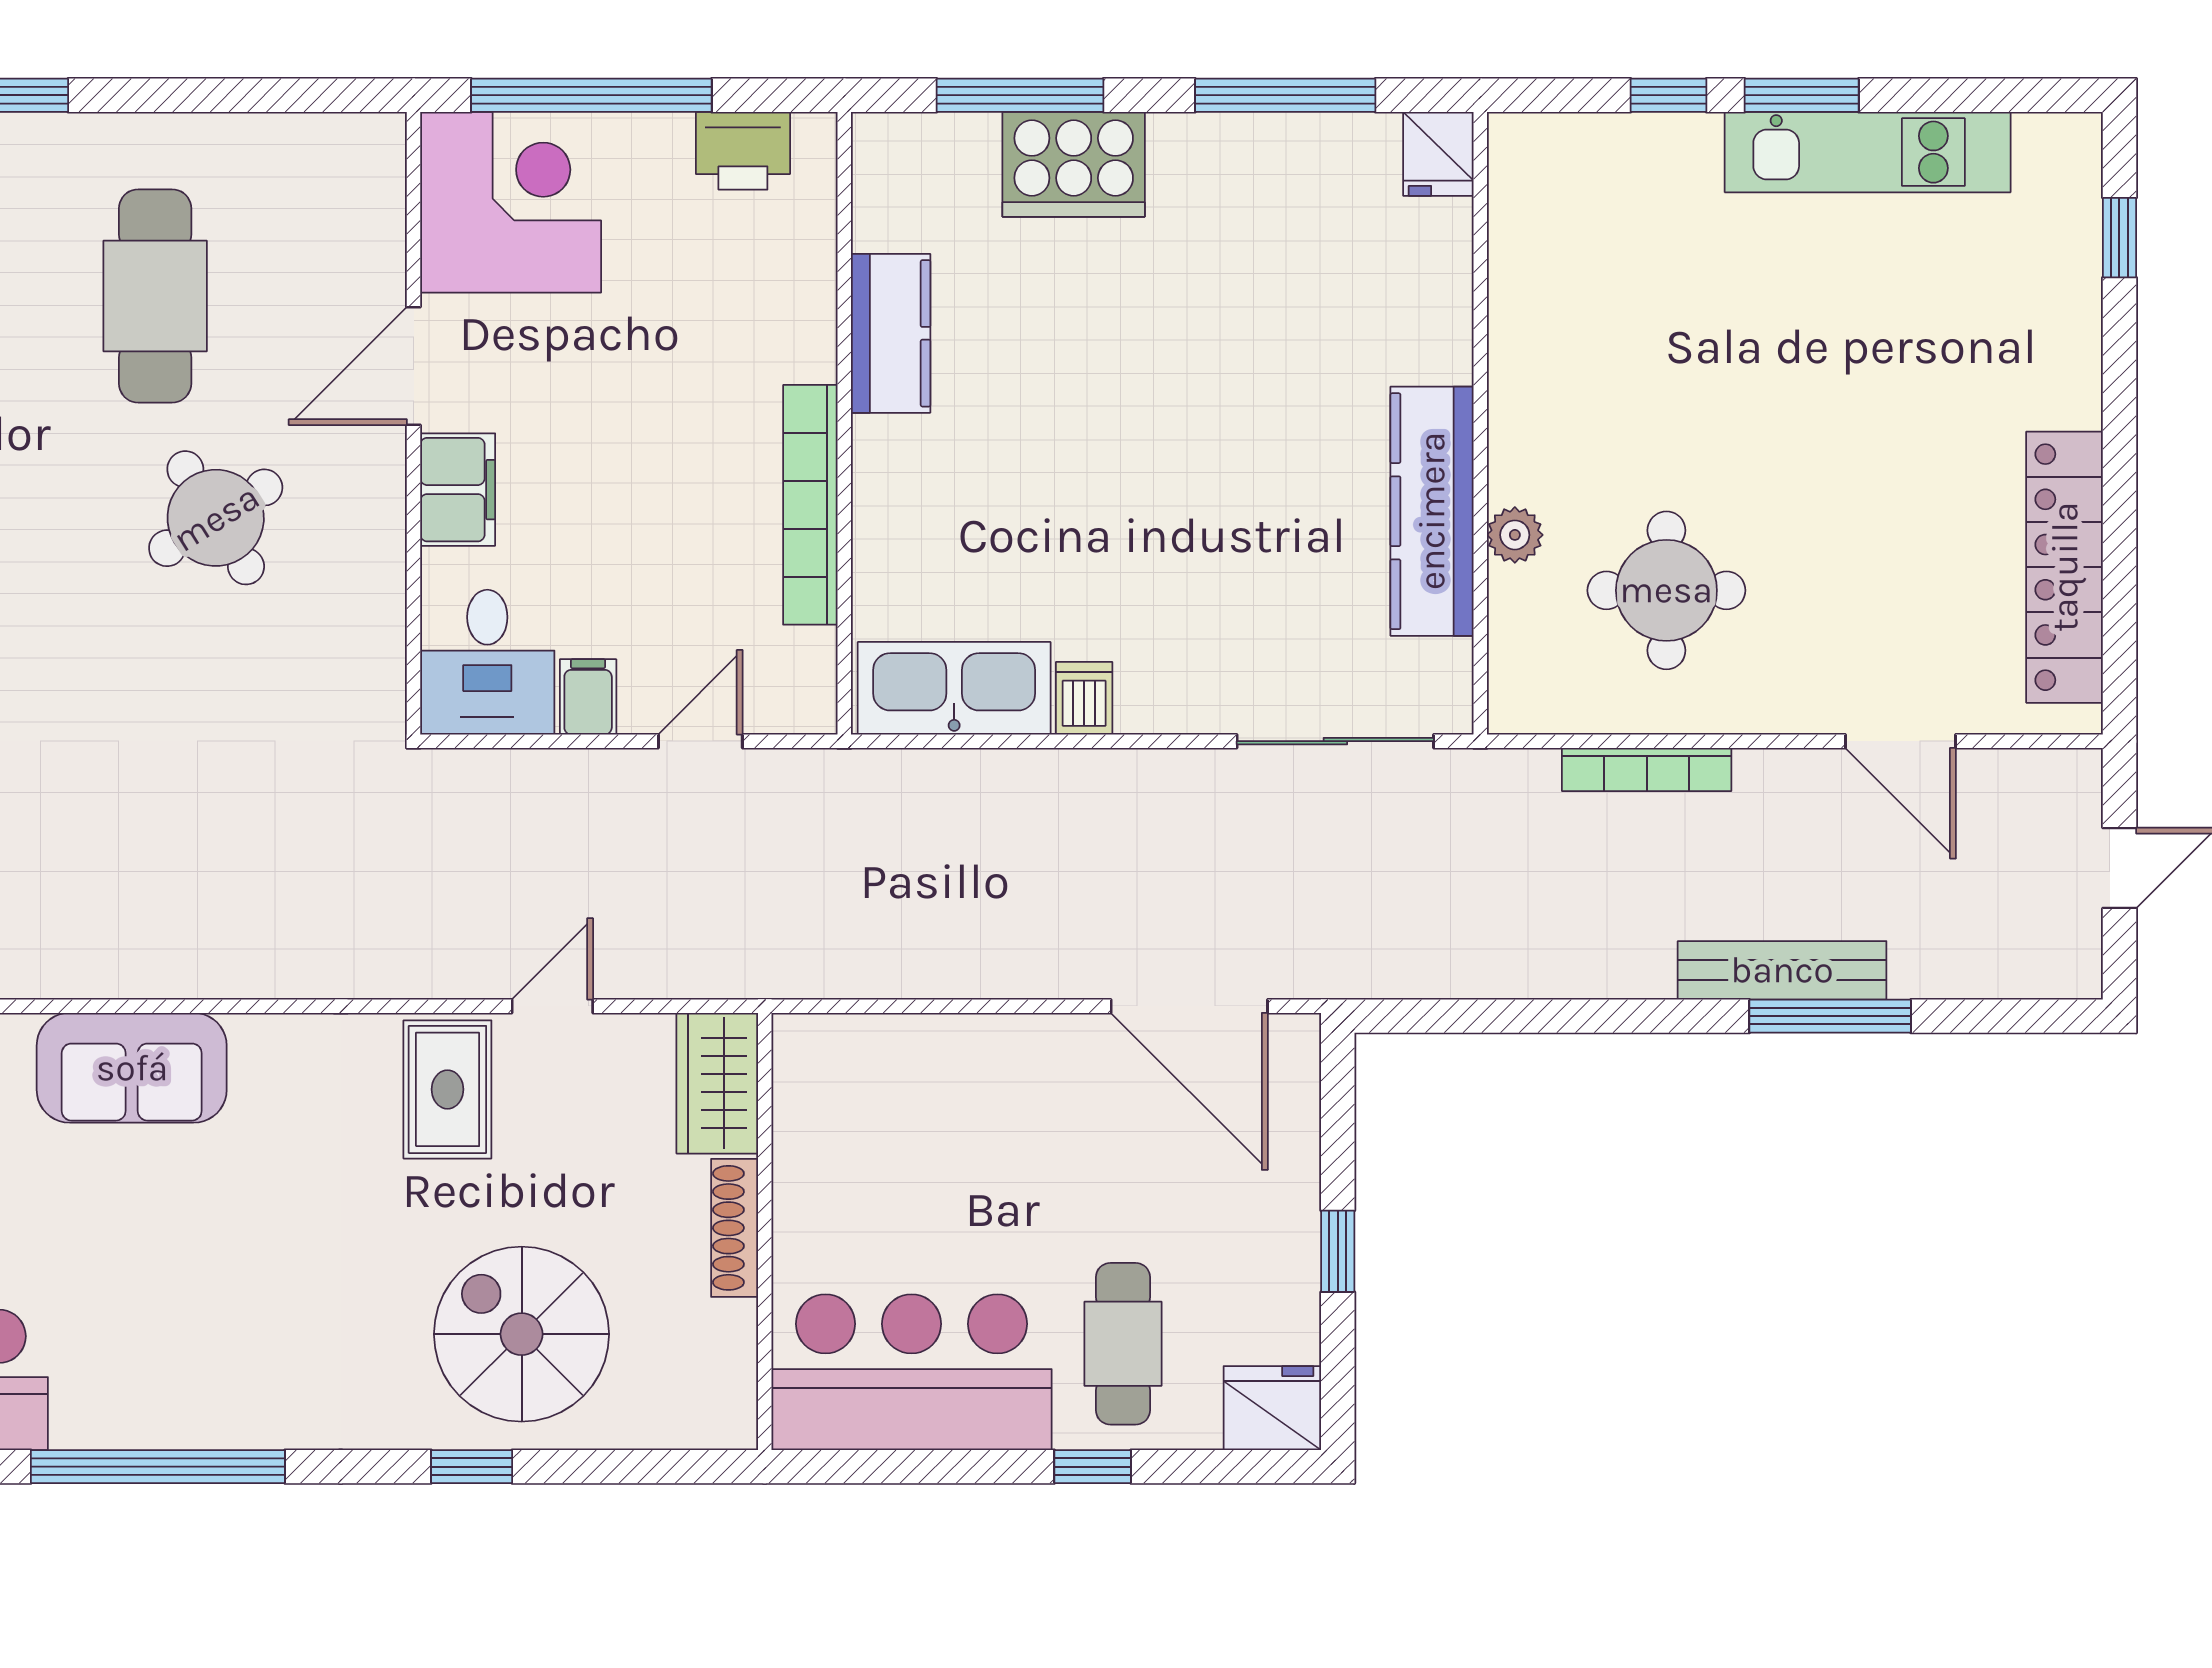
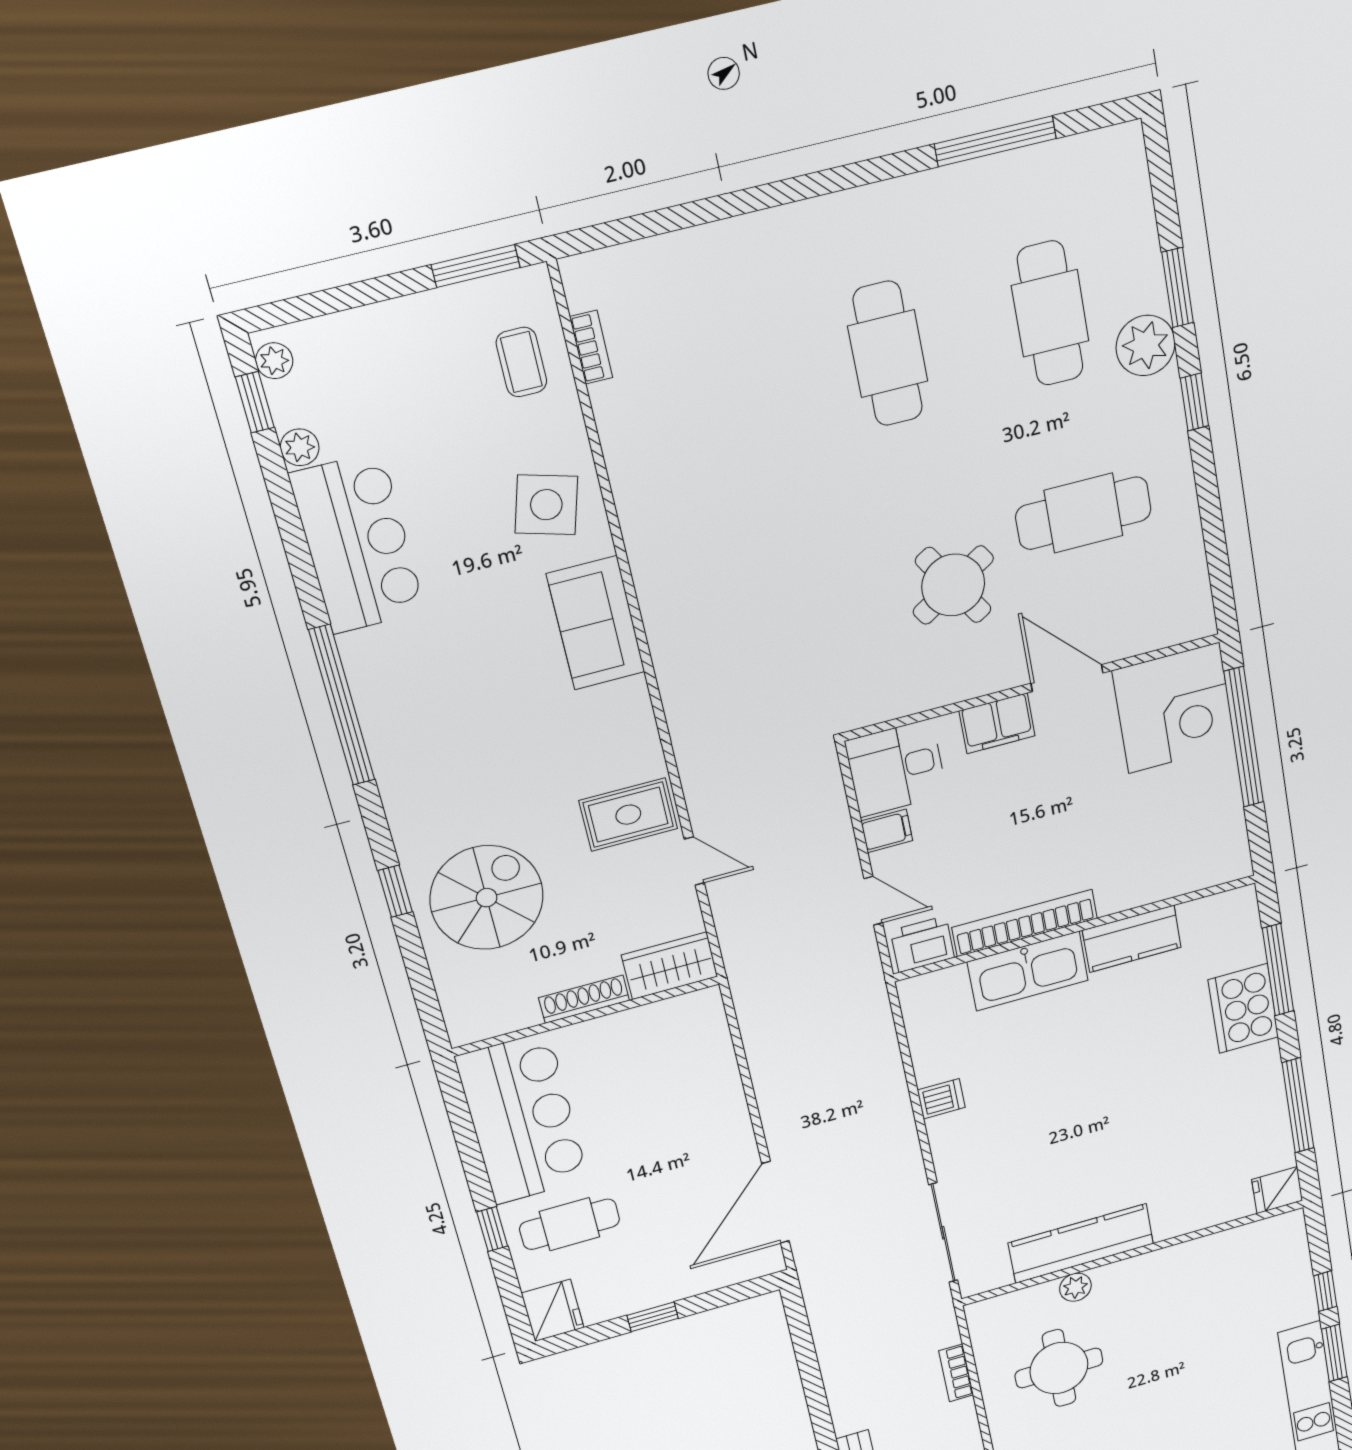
printer: (743, 151) -> (922, 944), moved, turned 90
kitchen sink: (954, 688) -> (1028, 971), moved, turned 90
bookcase: (1647, 769) -> (956, 1373), width x0.64

